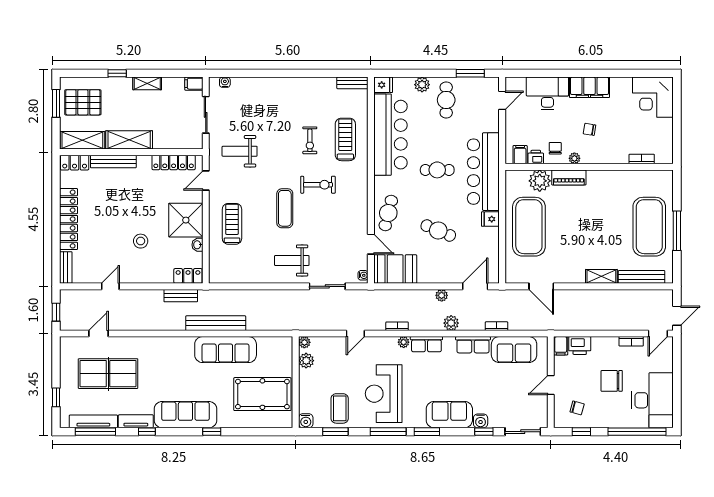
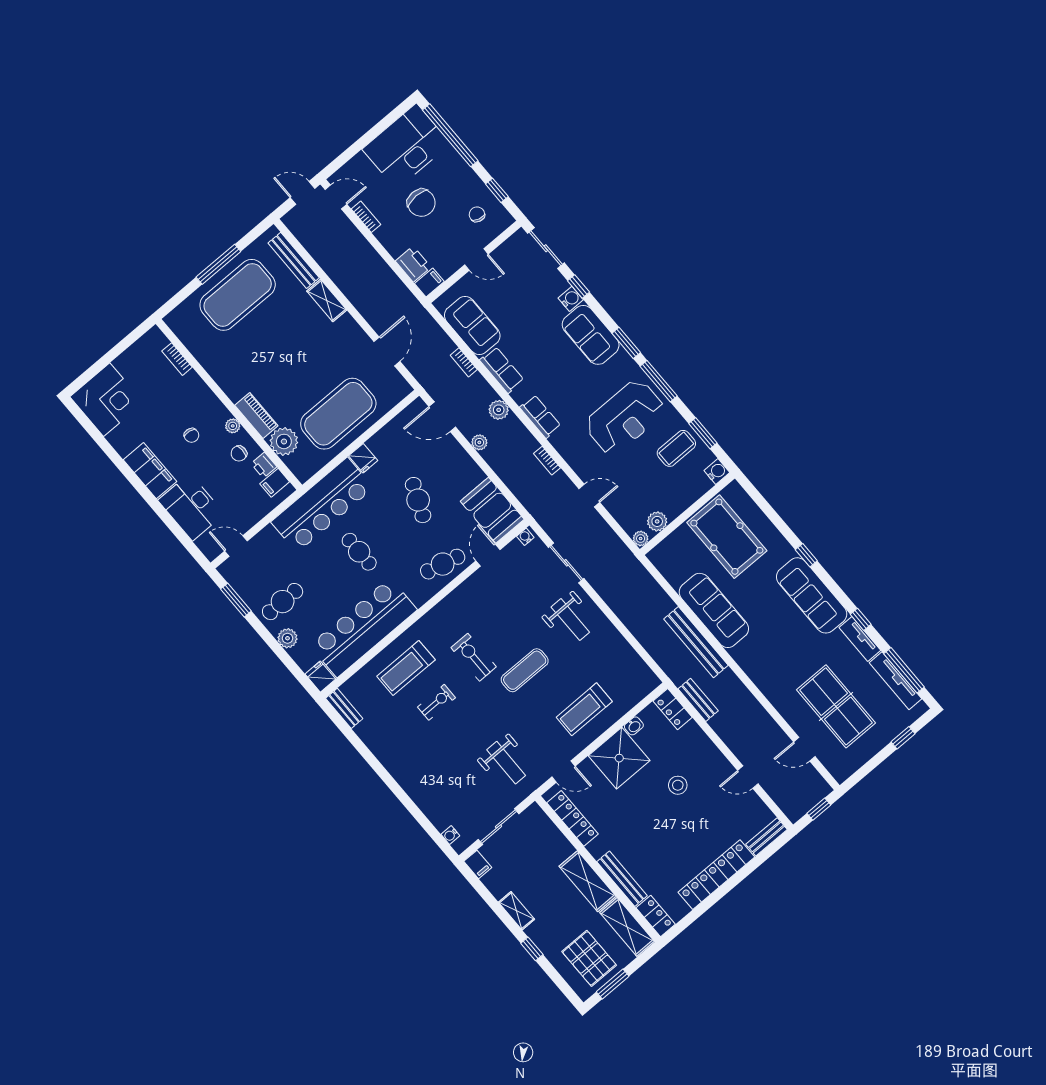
plant: (404, 342) -> (557, 441), removed

